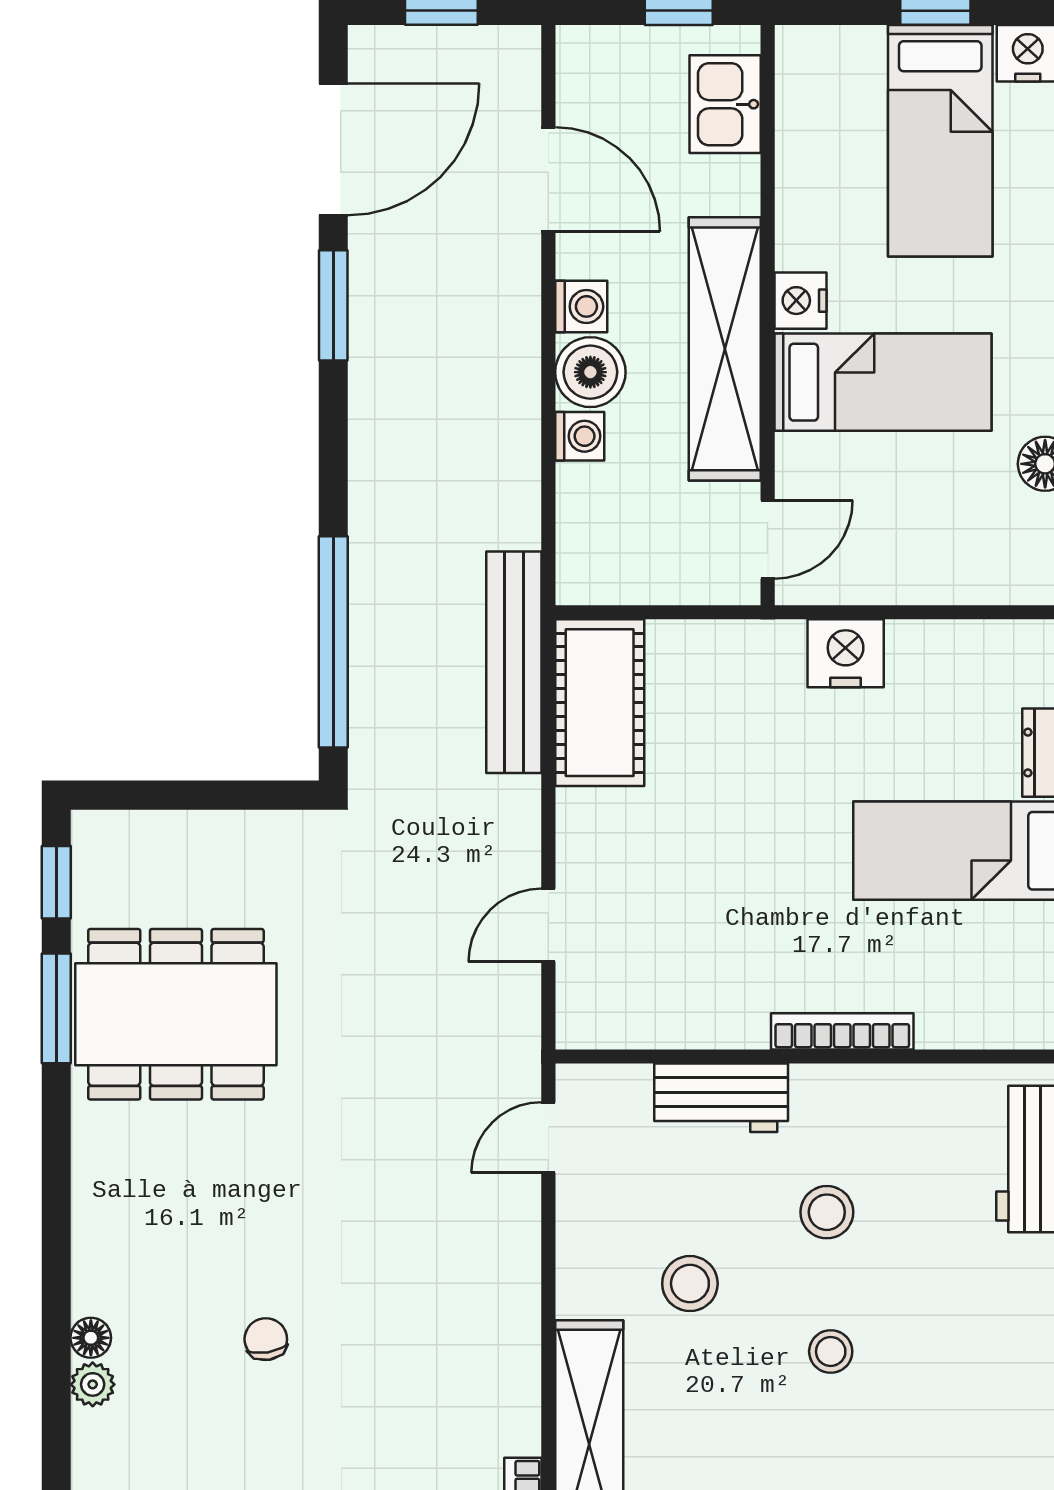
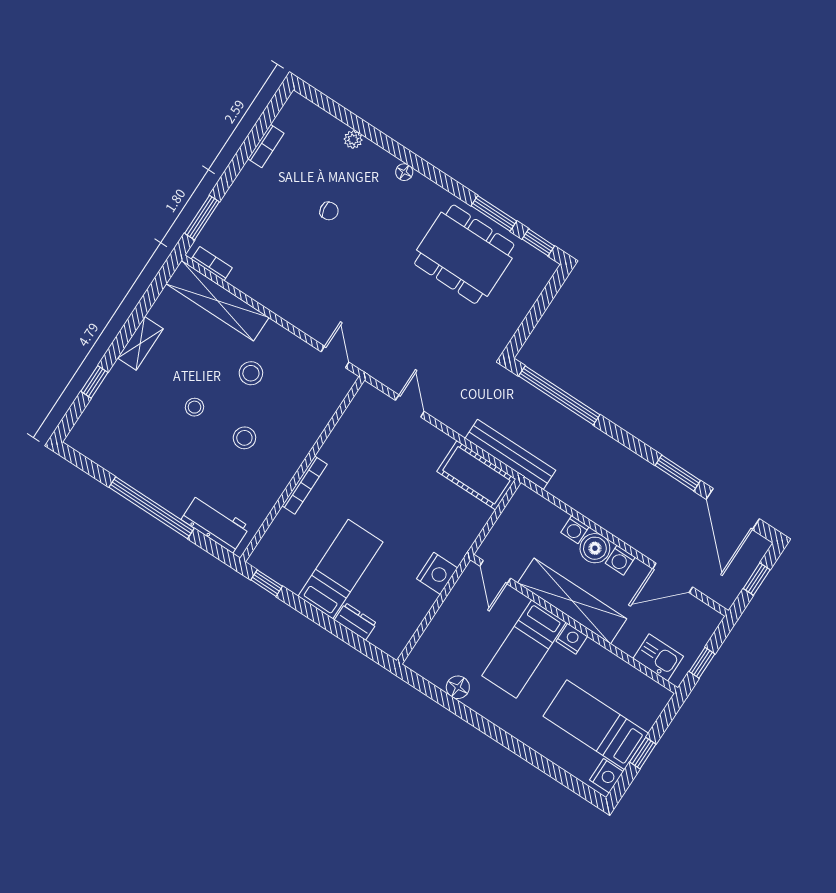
dining table: (176, 1014) -> (464, 254), turned 90
workbench: (721, 1098) -> (309, 427), removed
floor lamp: (91, 1338) -> (404, 172), moved

